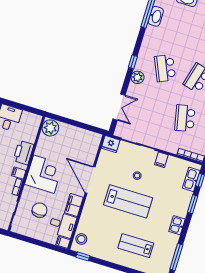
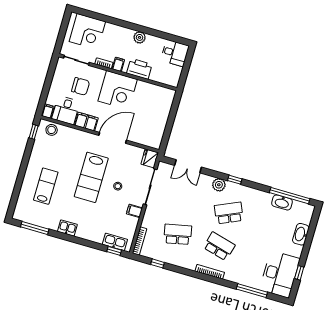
plant: (50, 128) -> (165, 96), removed
window: (193, 204) -> (89, 244), removed

